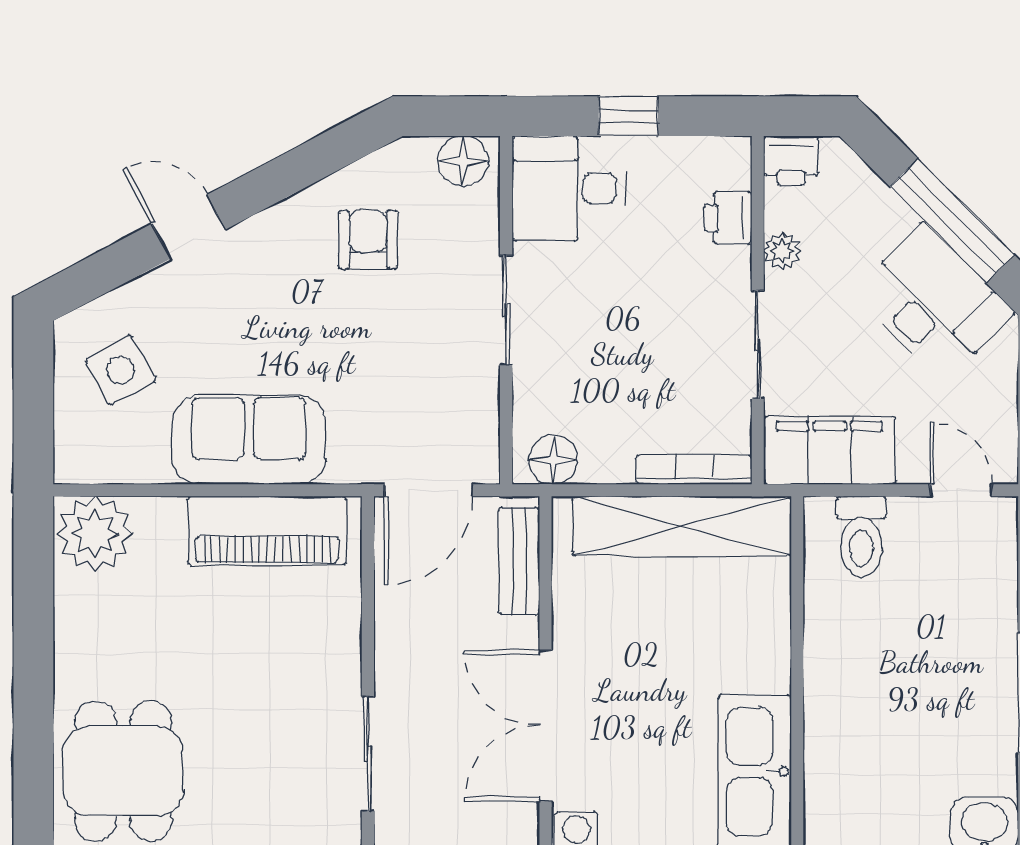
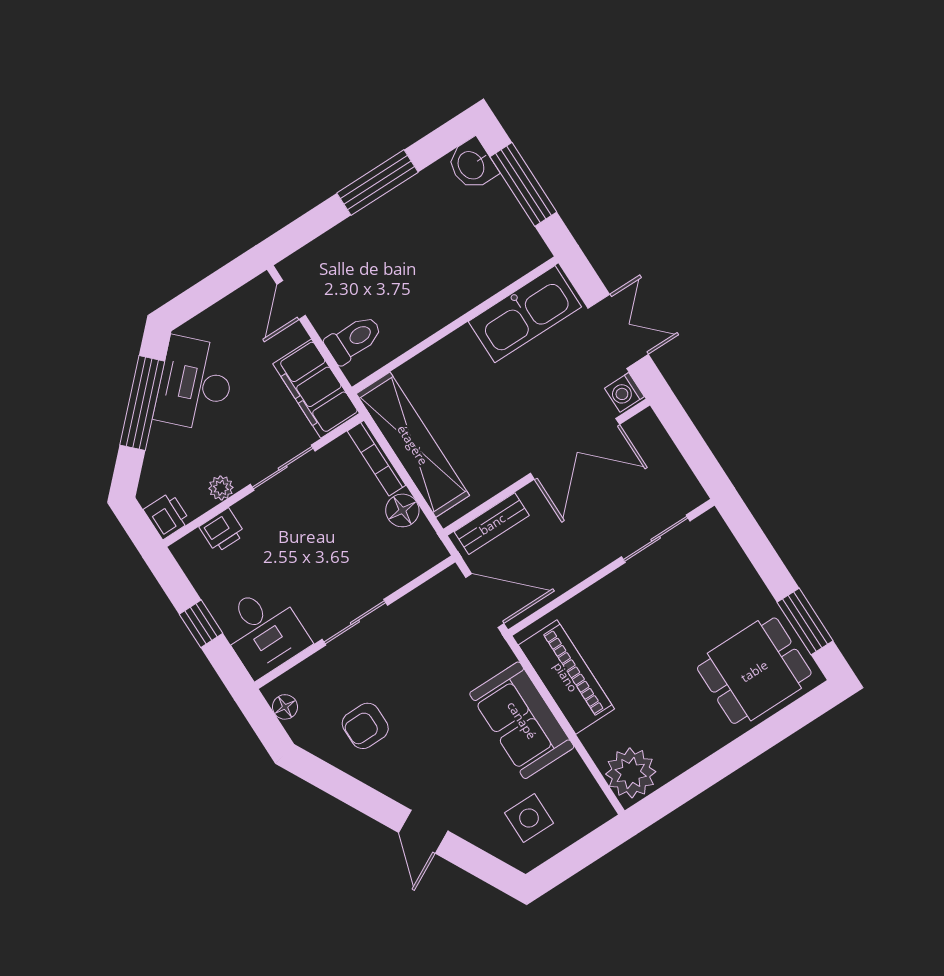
floor lamp: (463, 161) -> (285, 707), width x0.73, depth x0.73
side table: (121, 370) -> (529, 818), turned 30
floor lamp: (553, 460) -> (402, 510), moved

